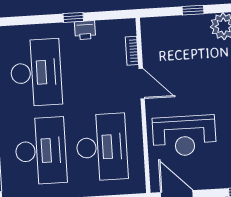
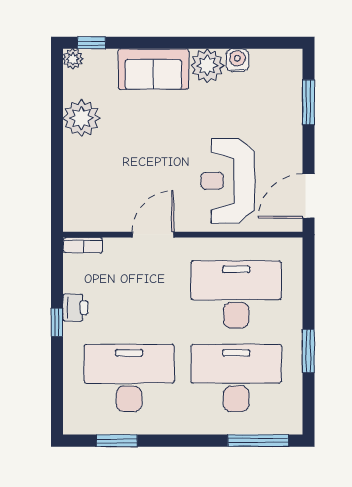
window: (193, 10) -> (57, 159), removed
bookcase: (132, 51) -> (83, 245), moved
reception desk: (184, 136) -> (228, 181), turned 180

